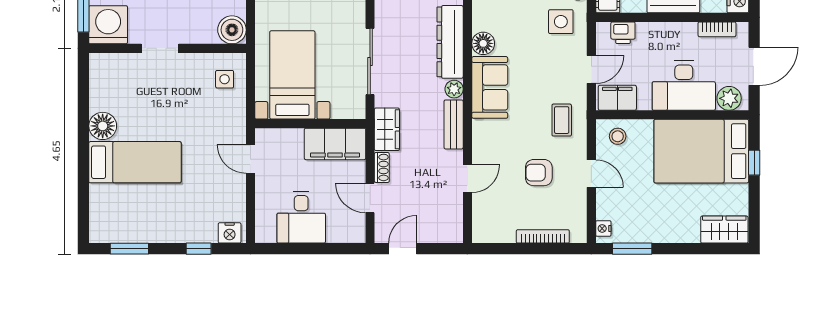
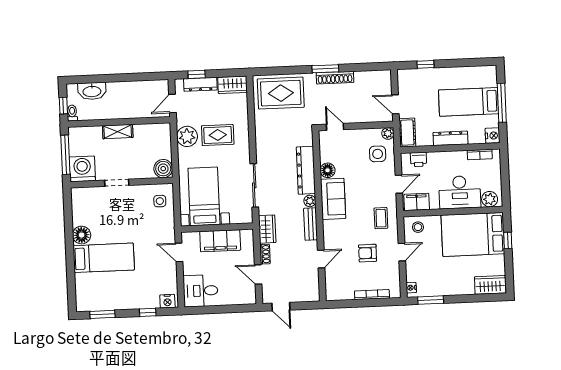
door: (754, 66) -> (505, 178), removed
filing cabinet: (335, 144) -> (220, 241), moved
door: (591, 174) -> (402, 252), hinge flipped
desk: (301, 217) -> (201, 291), moved, turned 90
door: (403, 249) -> (281, 307), swing flipped

